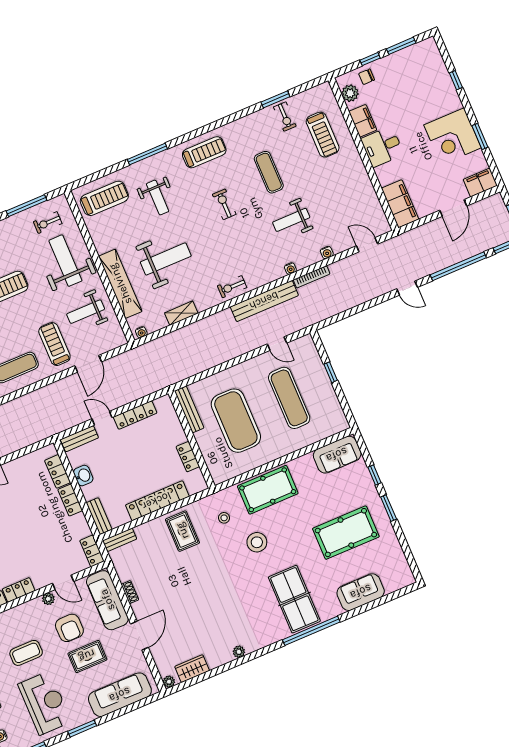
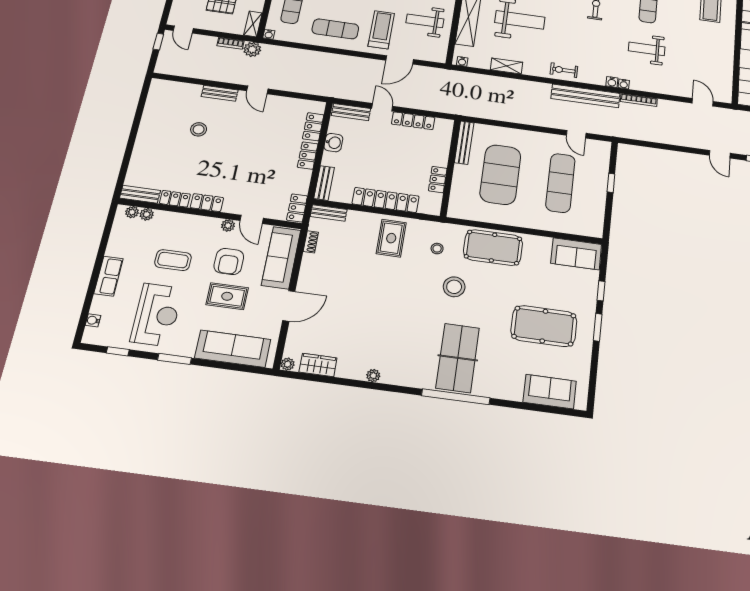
water cooler: (327, 253) -> (612, 82), moved
shoe rack: (130, 592) -> (311, 242), moved
sofa: (361, 592) -> (550, 392), moved

